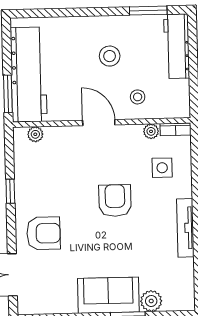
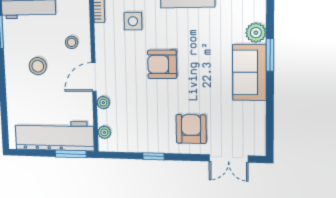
plant: (151, 131) -> (103, 103), moved

